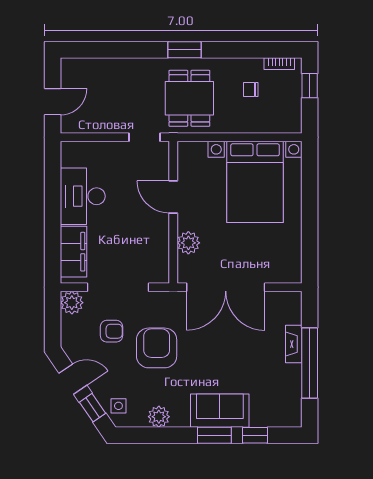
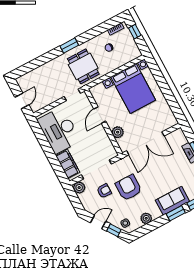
desk: (83, 196) -> (59, 130), width x1.36, depth x1.30
door: (173, 197) -> (100, 115), hinge flipped

